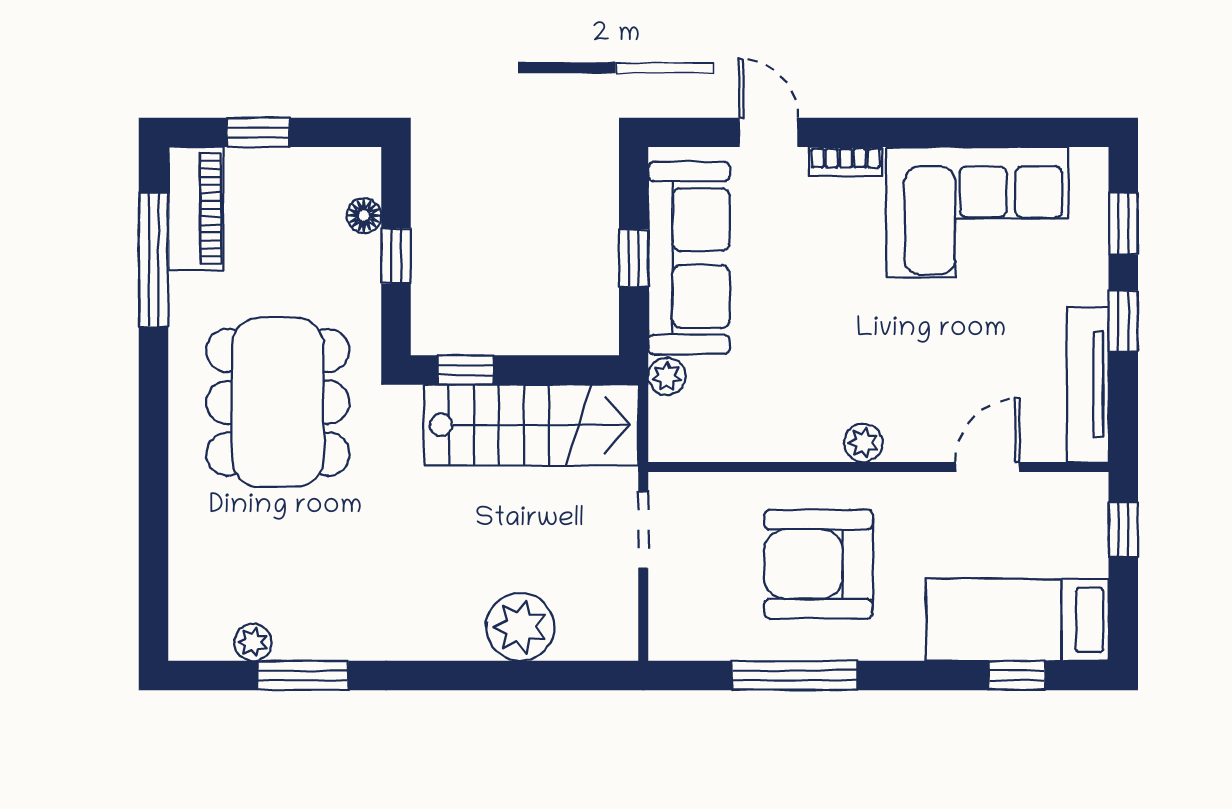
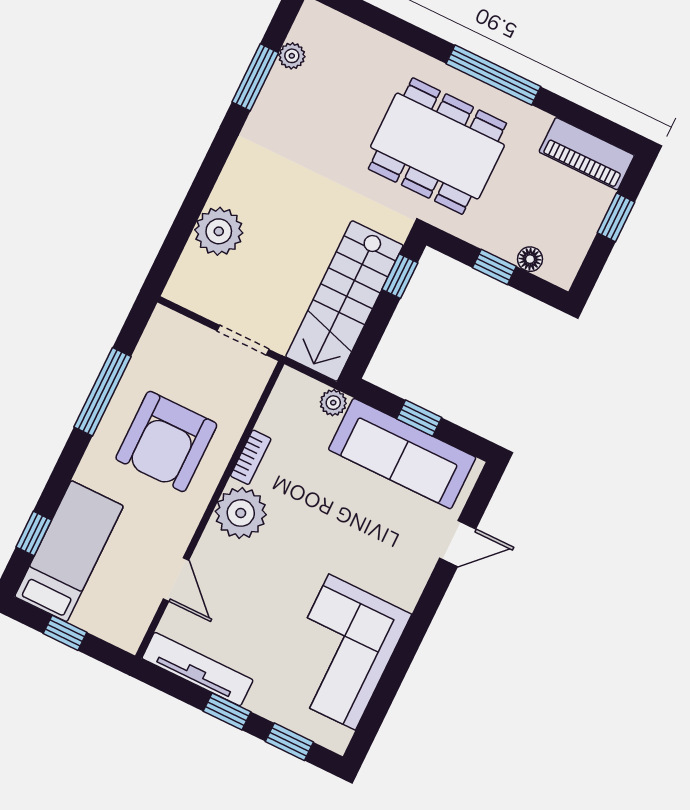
bookcase: (846, 162) -> (251, 457), moved, turned 180
window: (154, 260) -> (493, 75), moved
plant: (863, 443) -> (241, 513), width x1.87, depth x1.87
window: (1123, 530) -> (65, 633), moved
armchair: (819, 564) -> (166, 441), turned 180

